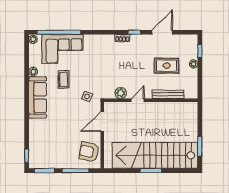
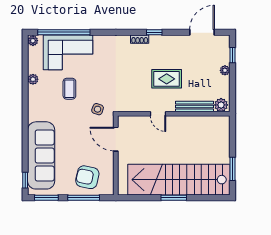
door: (162, 32) -> (202, 32), moved
rug: (167, 66) -> (167, 79), moved
plant: (121, 93) -> (221, 105), moved
sofa: (38, 97) -> (41, 155), moved, width x1.36, depth x1.27
door: (138, 100) -> (158, 114), swing flipped
door: (102, 122) -> (116, 139), hinge flipped
armchair: (89, 152) -> (87, 177), moved

